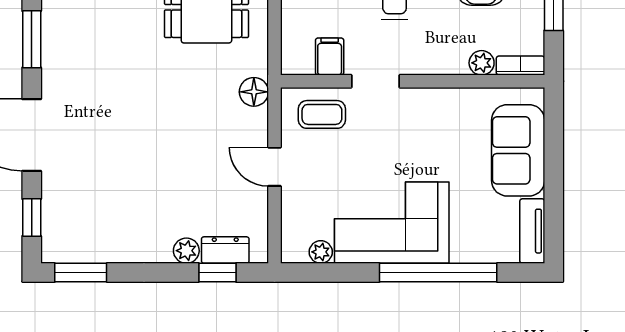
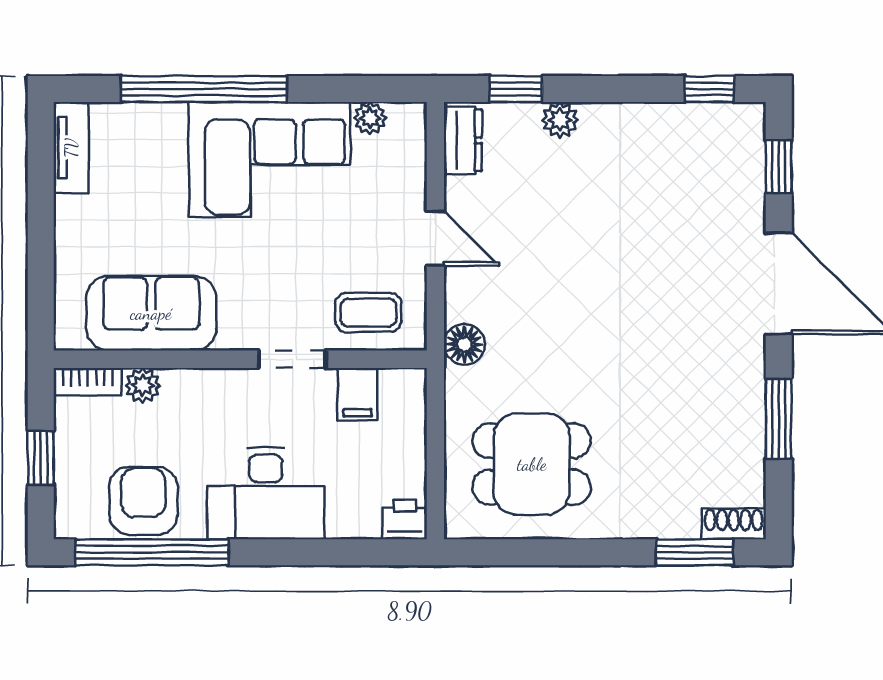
sofa: (518, 150) -> (151, 313), moved, turned -90
dresser: (225, 250) -> (463, 140), moved, turned -90
window: (81, 273) -> (709, 89), width x0.67

